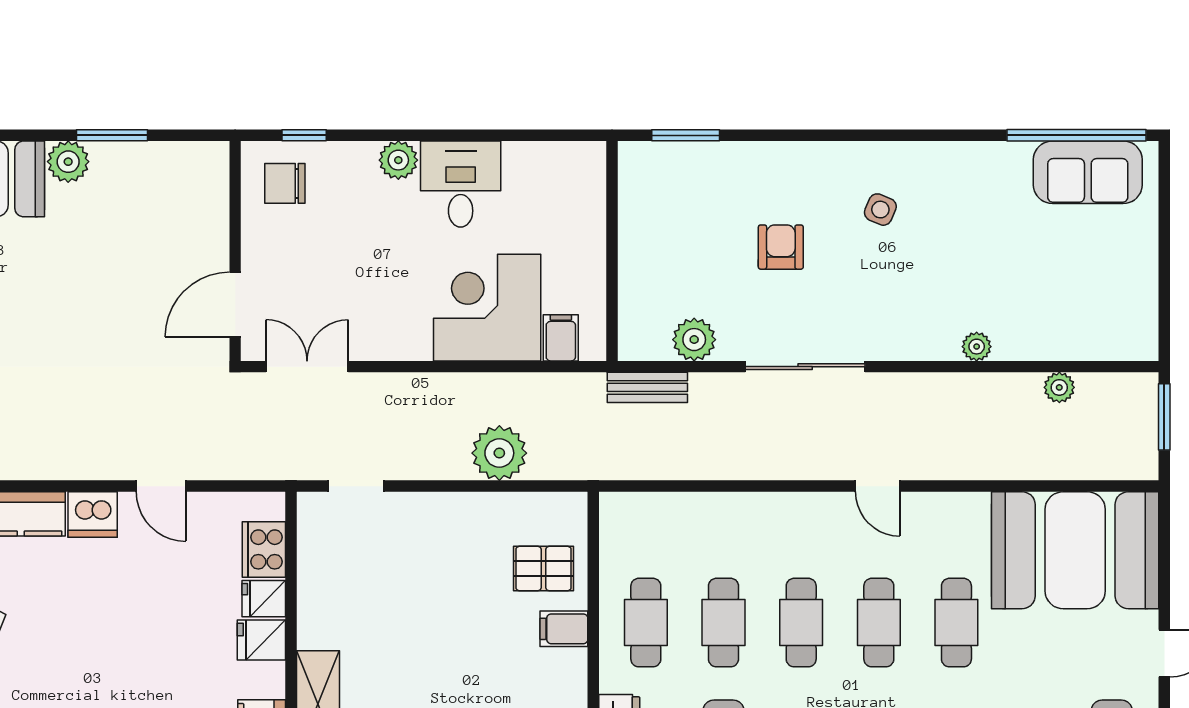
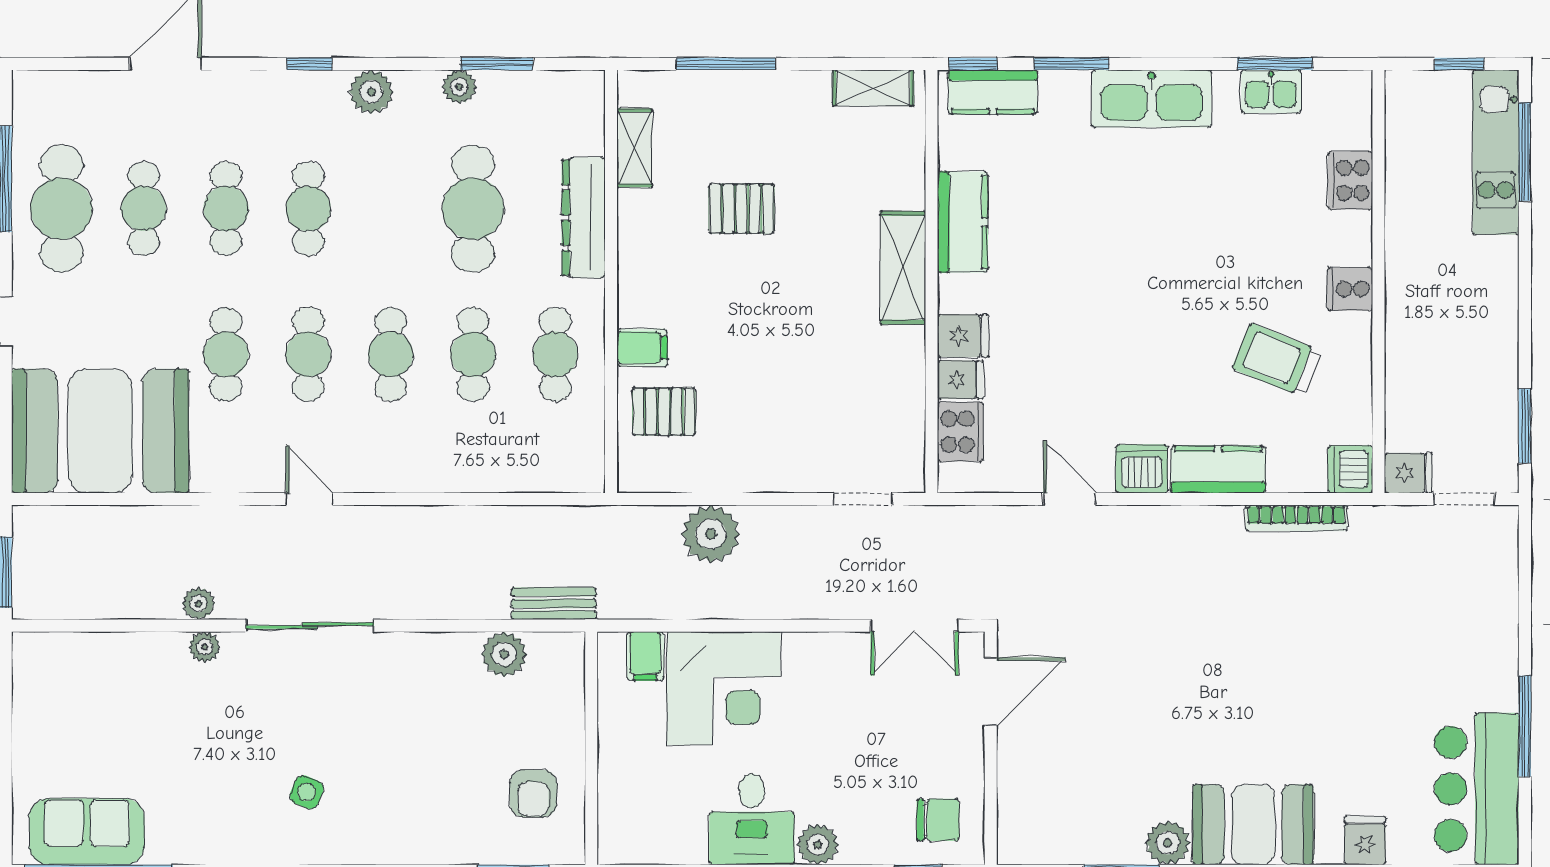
armchair: (781, 247) -> (533, 793), moved
sliding door: (805, 367) -> (310, 626), moved
plant: (1059, 387) -> (198, 604), moved

